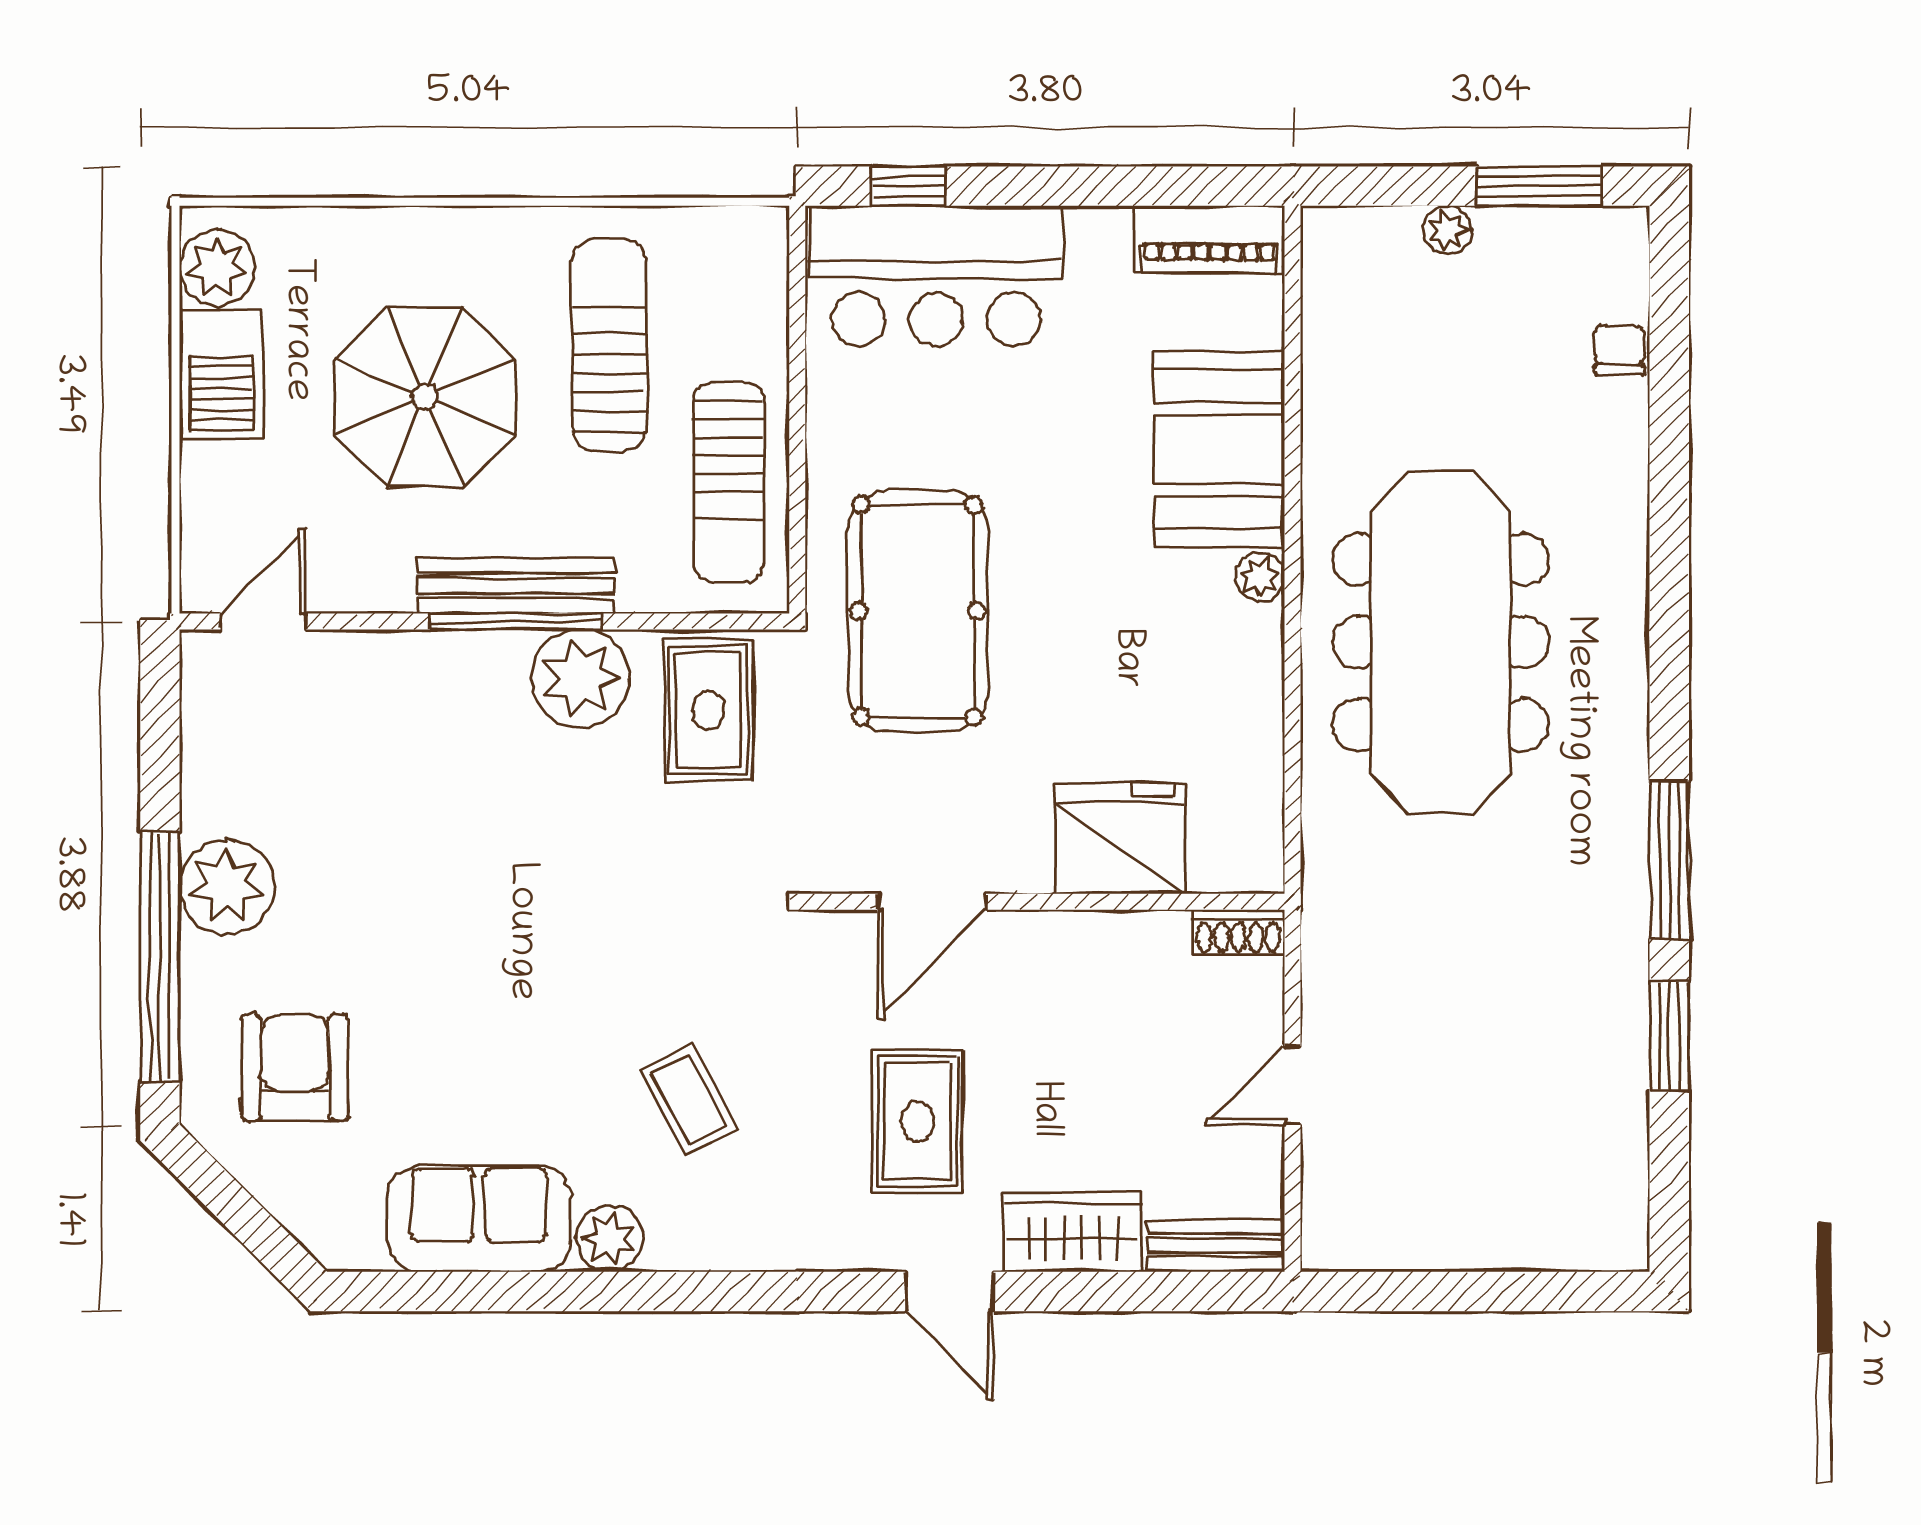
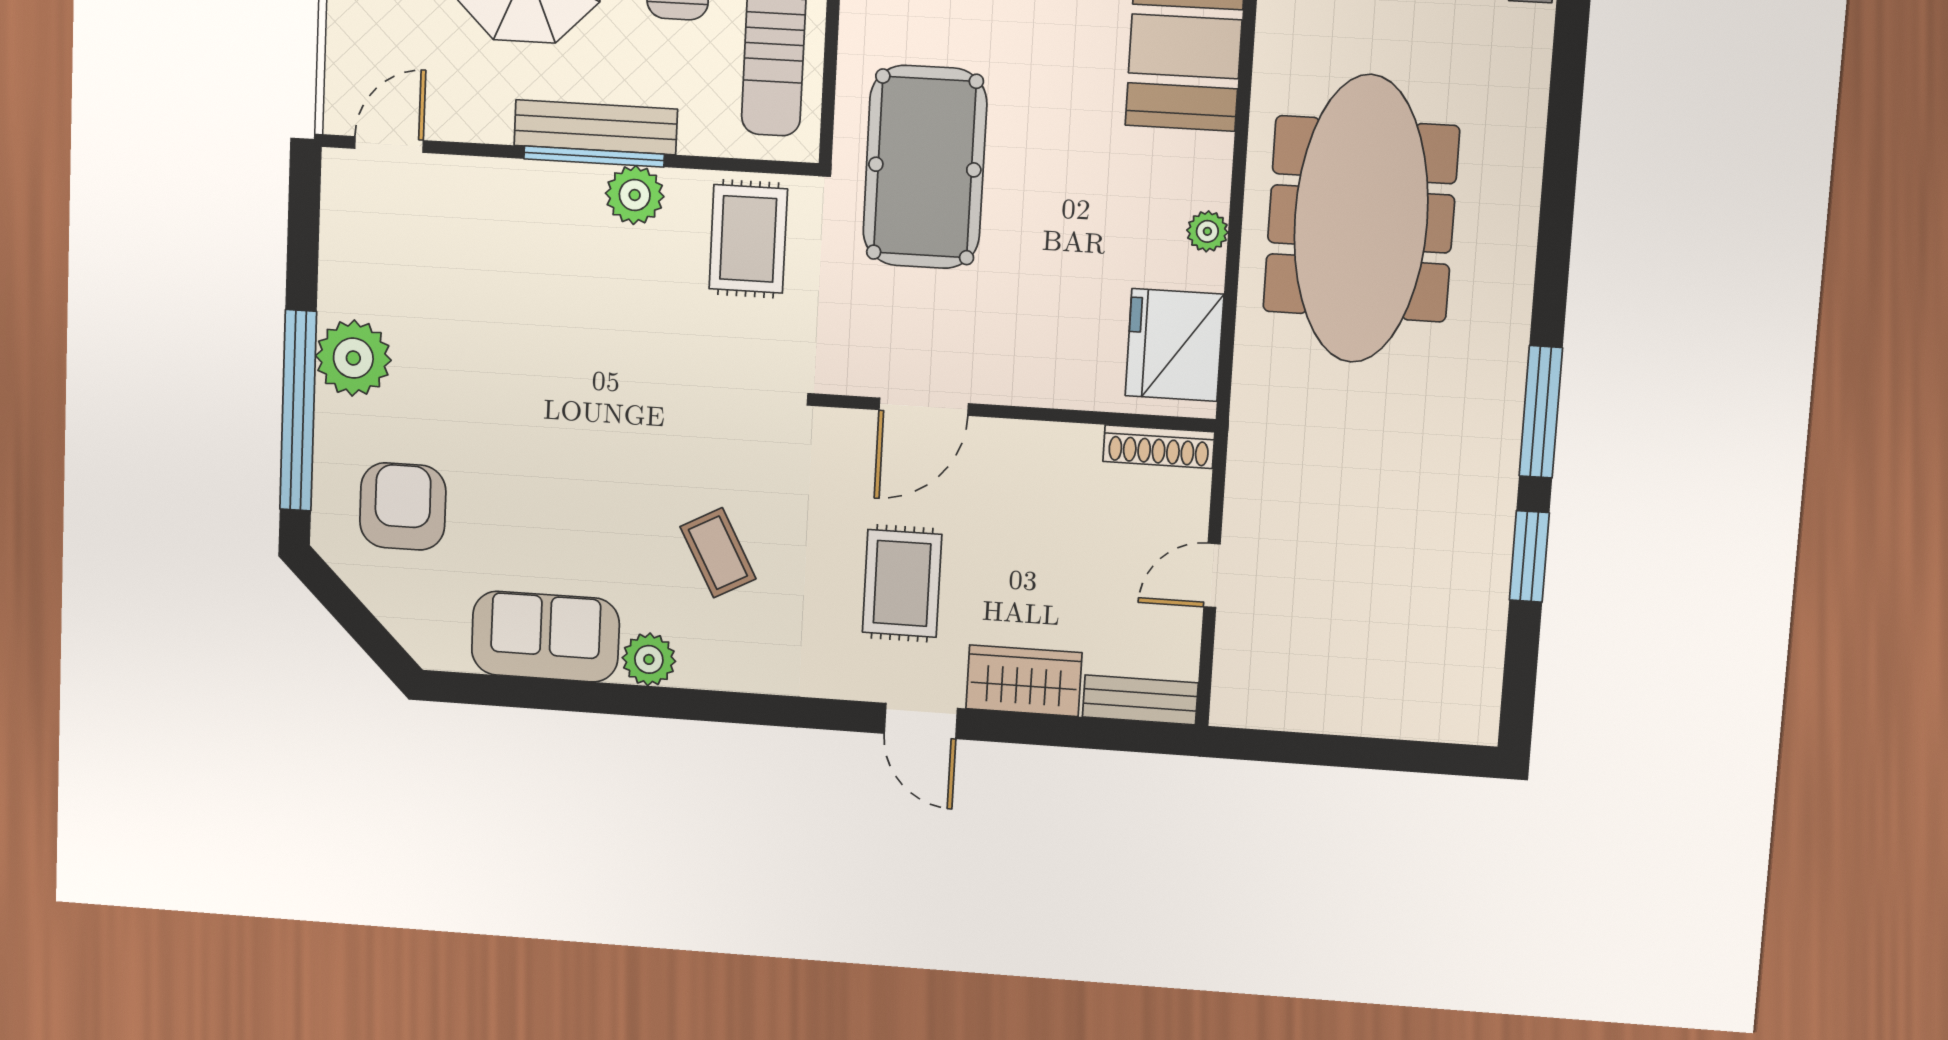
plant: (1260, 577) -> (1207, 231), moved
plant: (580, 678) -> (635, 195), width x0.73, depth x0.73
fridge: (1120, 839) -> (1174, 345), moved, turned -90
shoe rack: (1238, 932) -> (1159, 447), width x1.43

